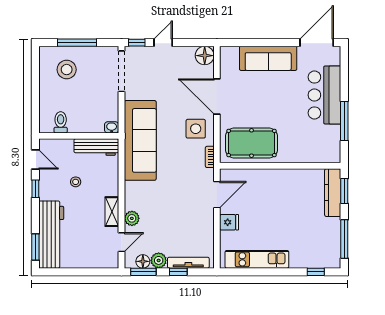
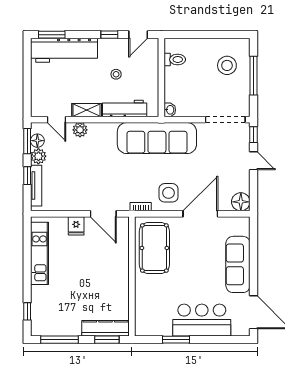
window: (344, 121) -> (176, 340), width x0.69
workbench: (96, 147) -> (125, 108), moved, turned 90

